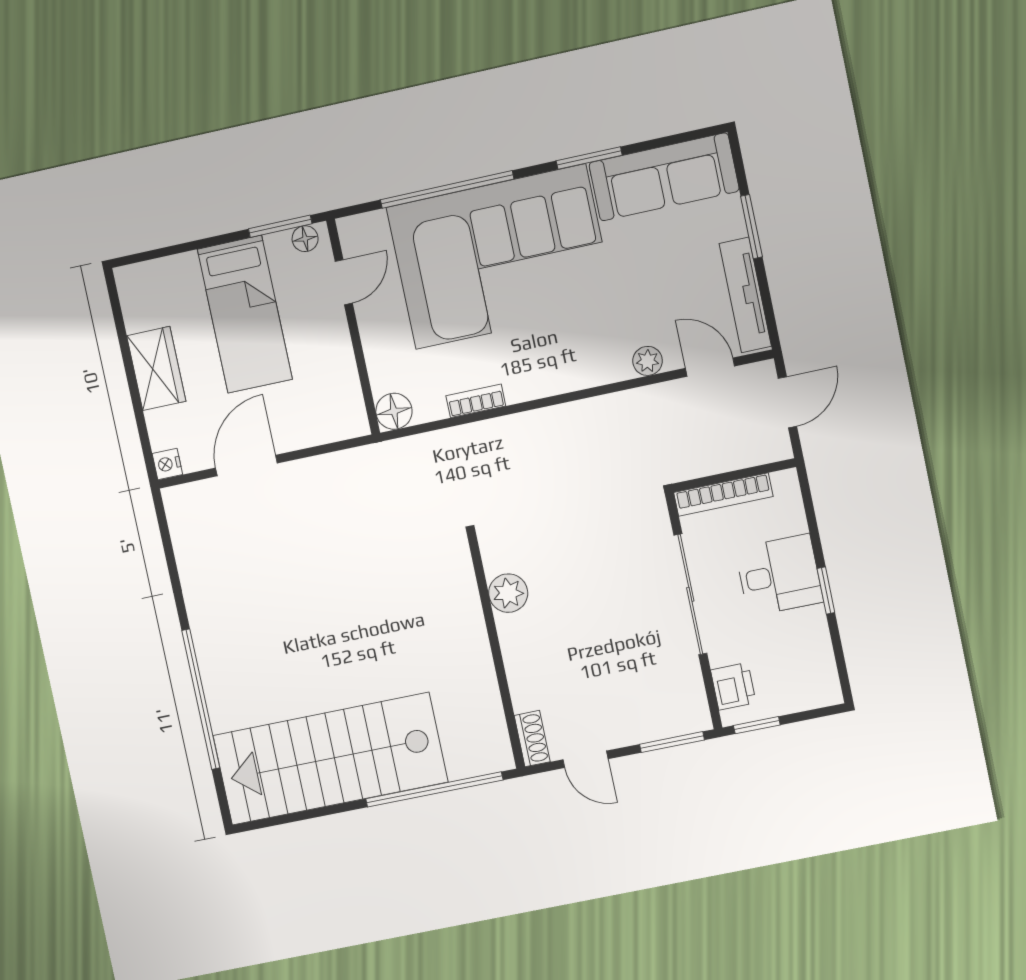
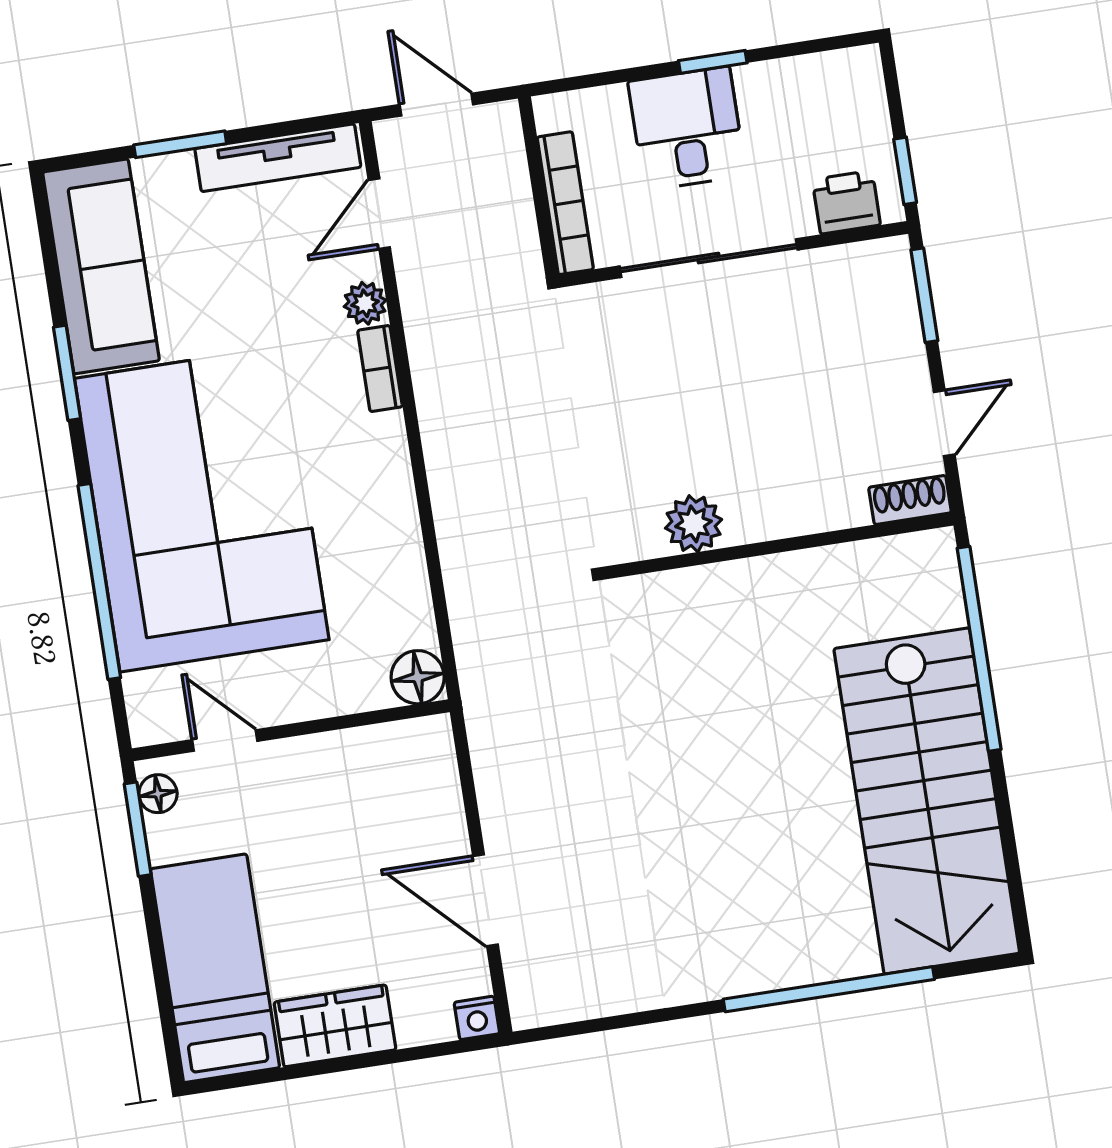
bed: (245, 314) -> (215, 968), moved, turned -90
bookcase: (476, 401) -> (380, 369), moved

